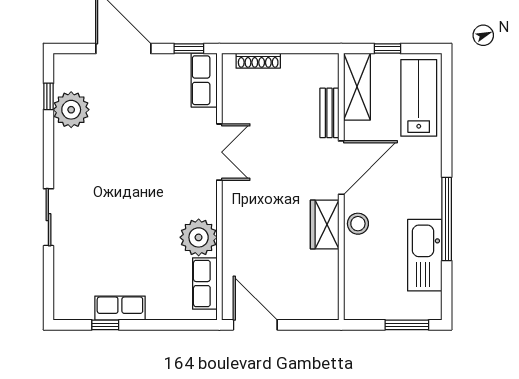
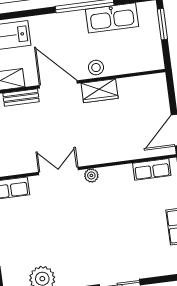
plant: (199, 237) -> (91, 175), moved, width x0.53, depth x0.53

